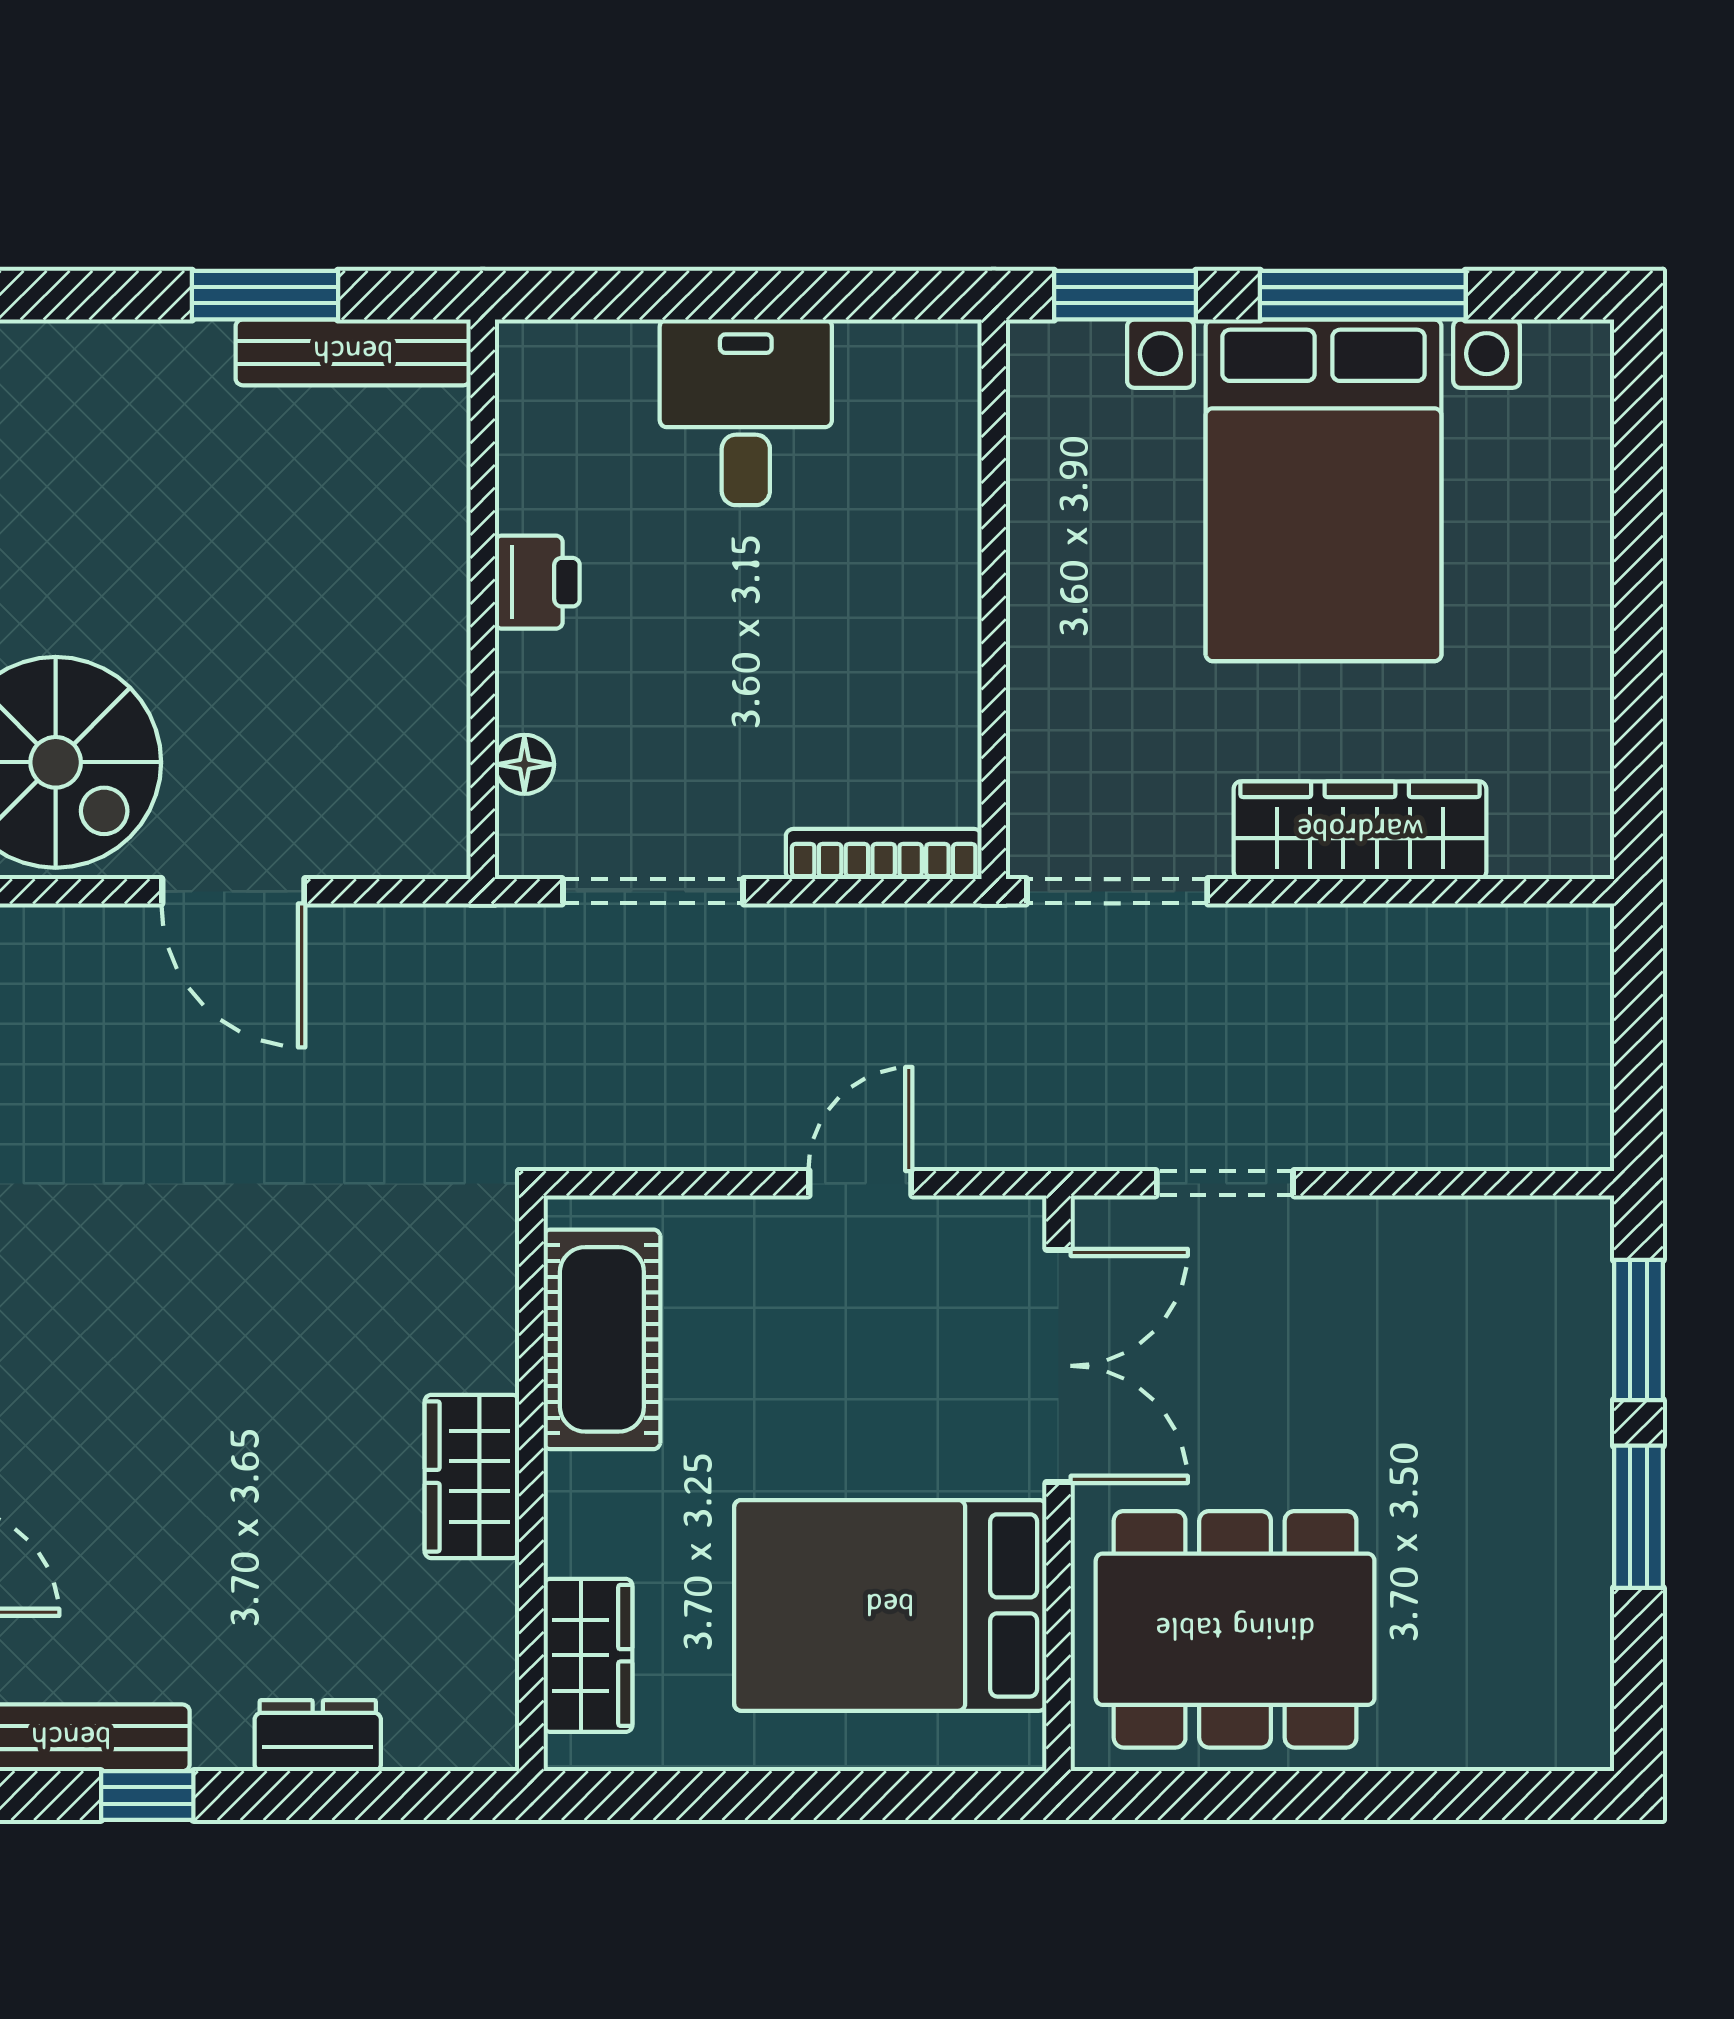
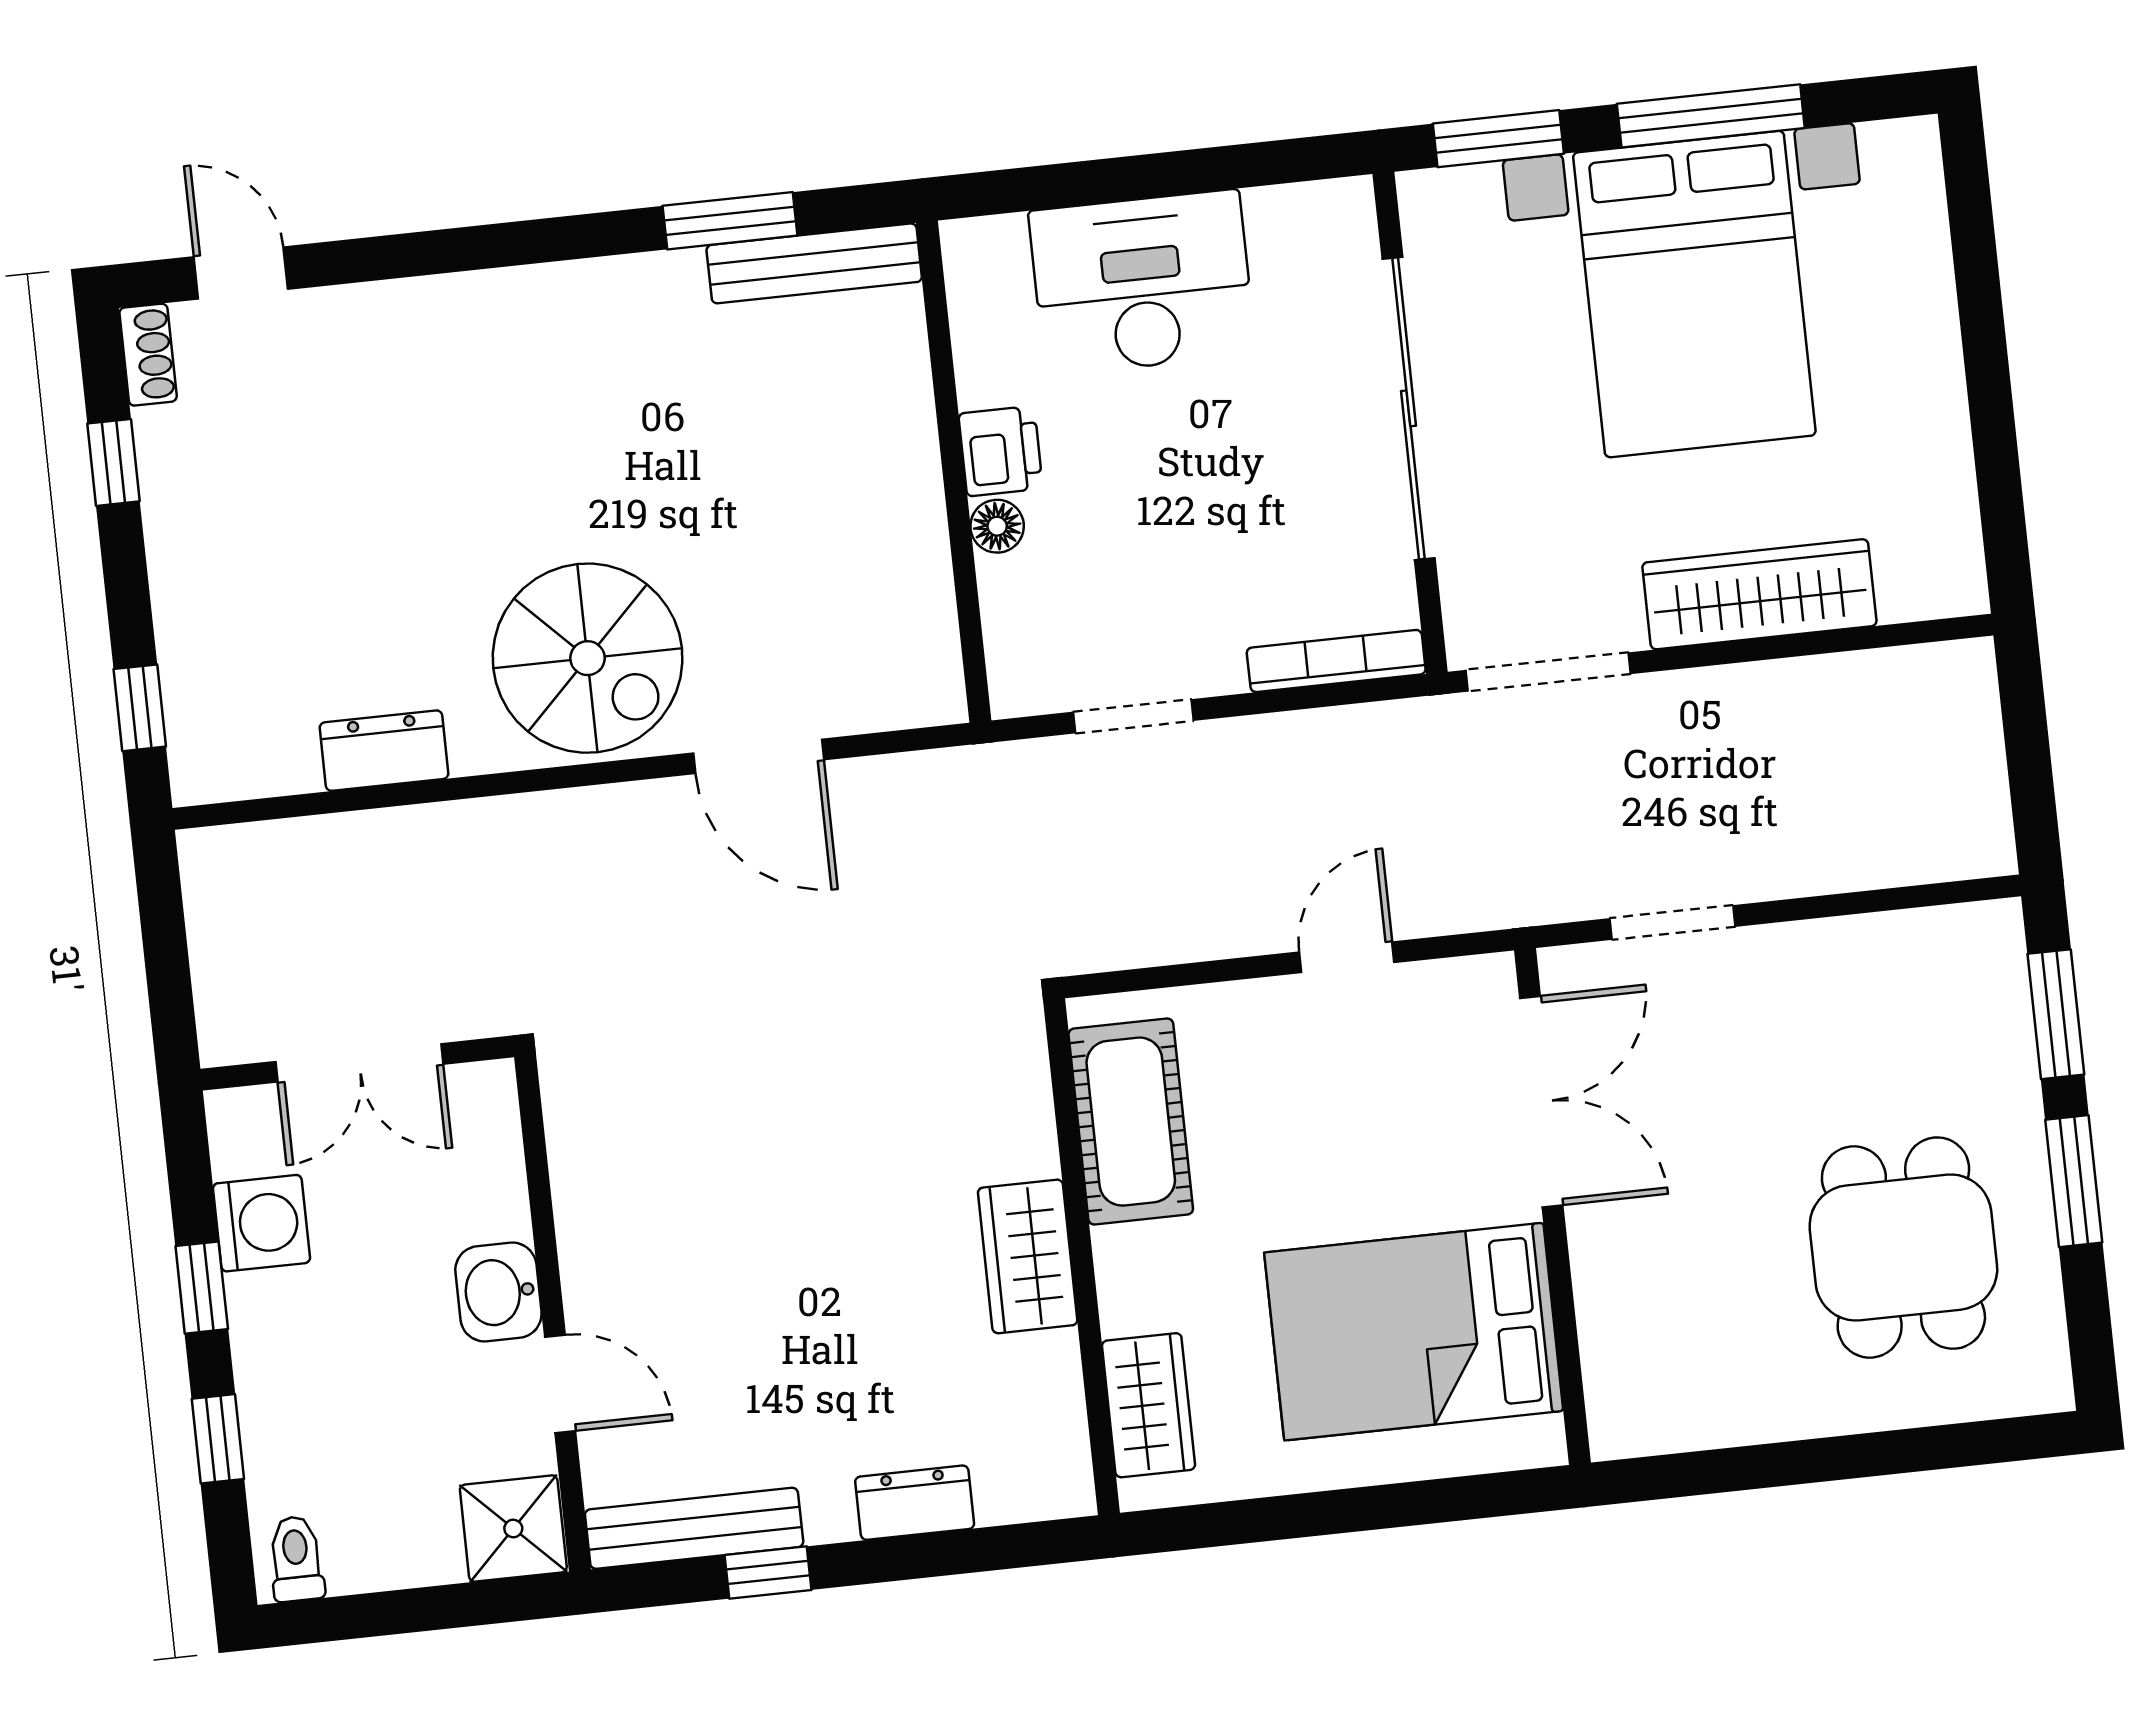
desk: (746, 412) -> (1142, 283), width x1.37
sliding door: (994, 583) -> (1409, 408), added
floor lamp: (524, 764) -> (997, 526), moved
doorway: (653, 891) -> (1134, 716), width x0.73
dining table: (1235, 1629) -> (1903, 1248), moved, width x0.73

